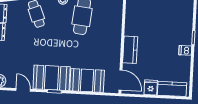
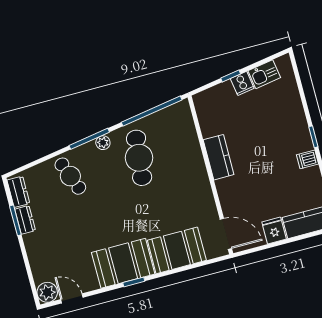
kitchen counter: (130, 50) -> (219, 157), moved
door: (23, 90) -> (72, 298), moved

